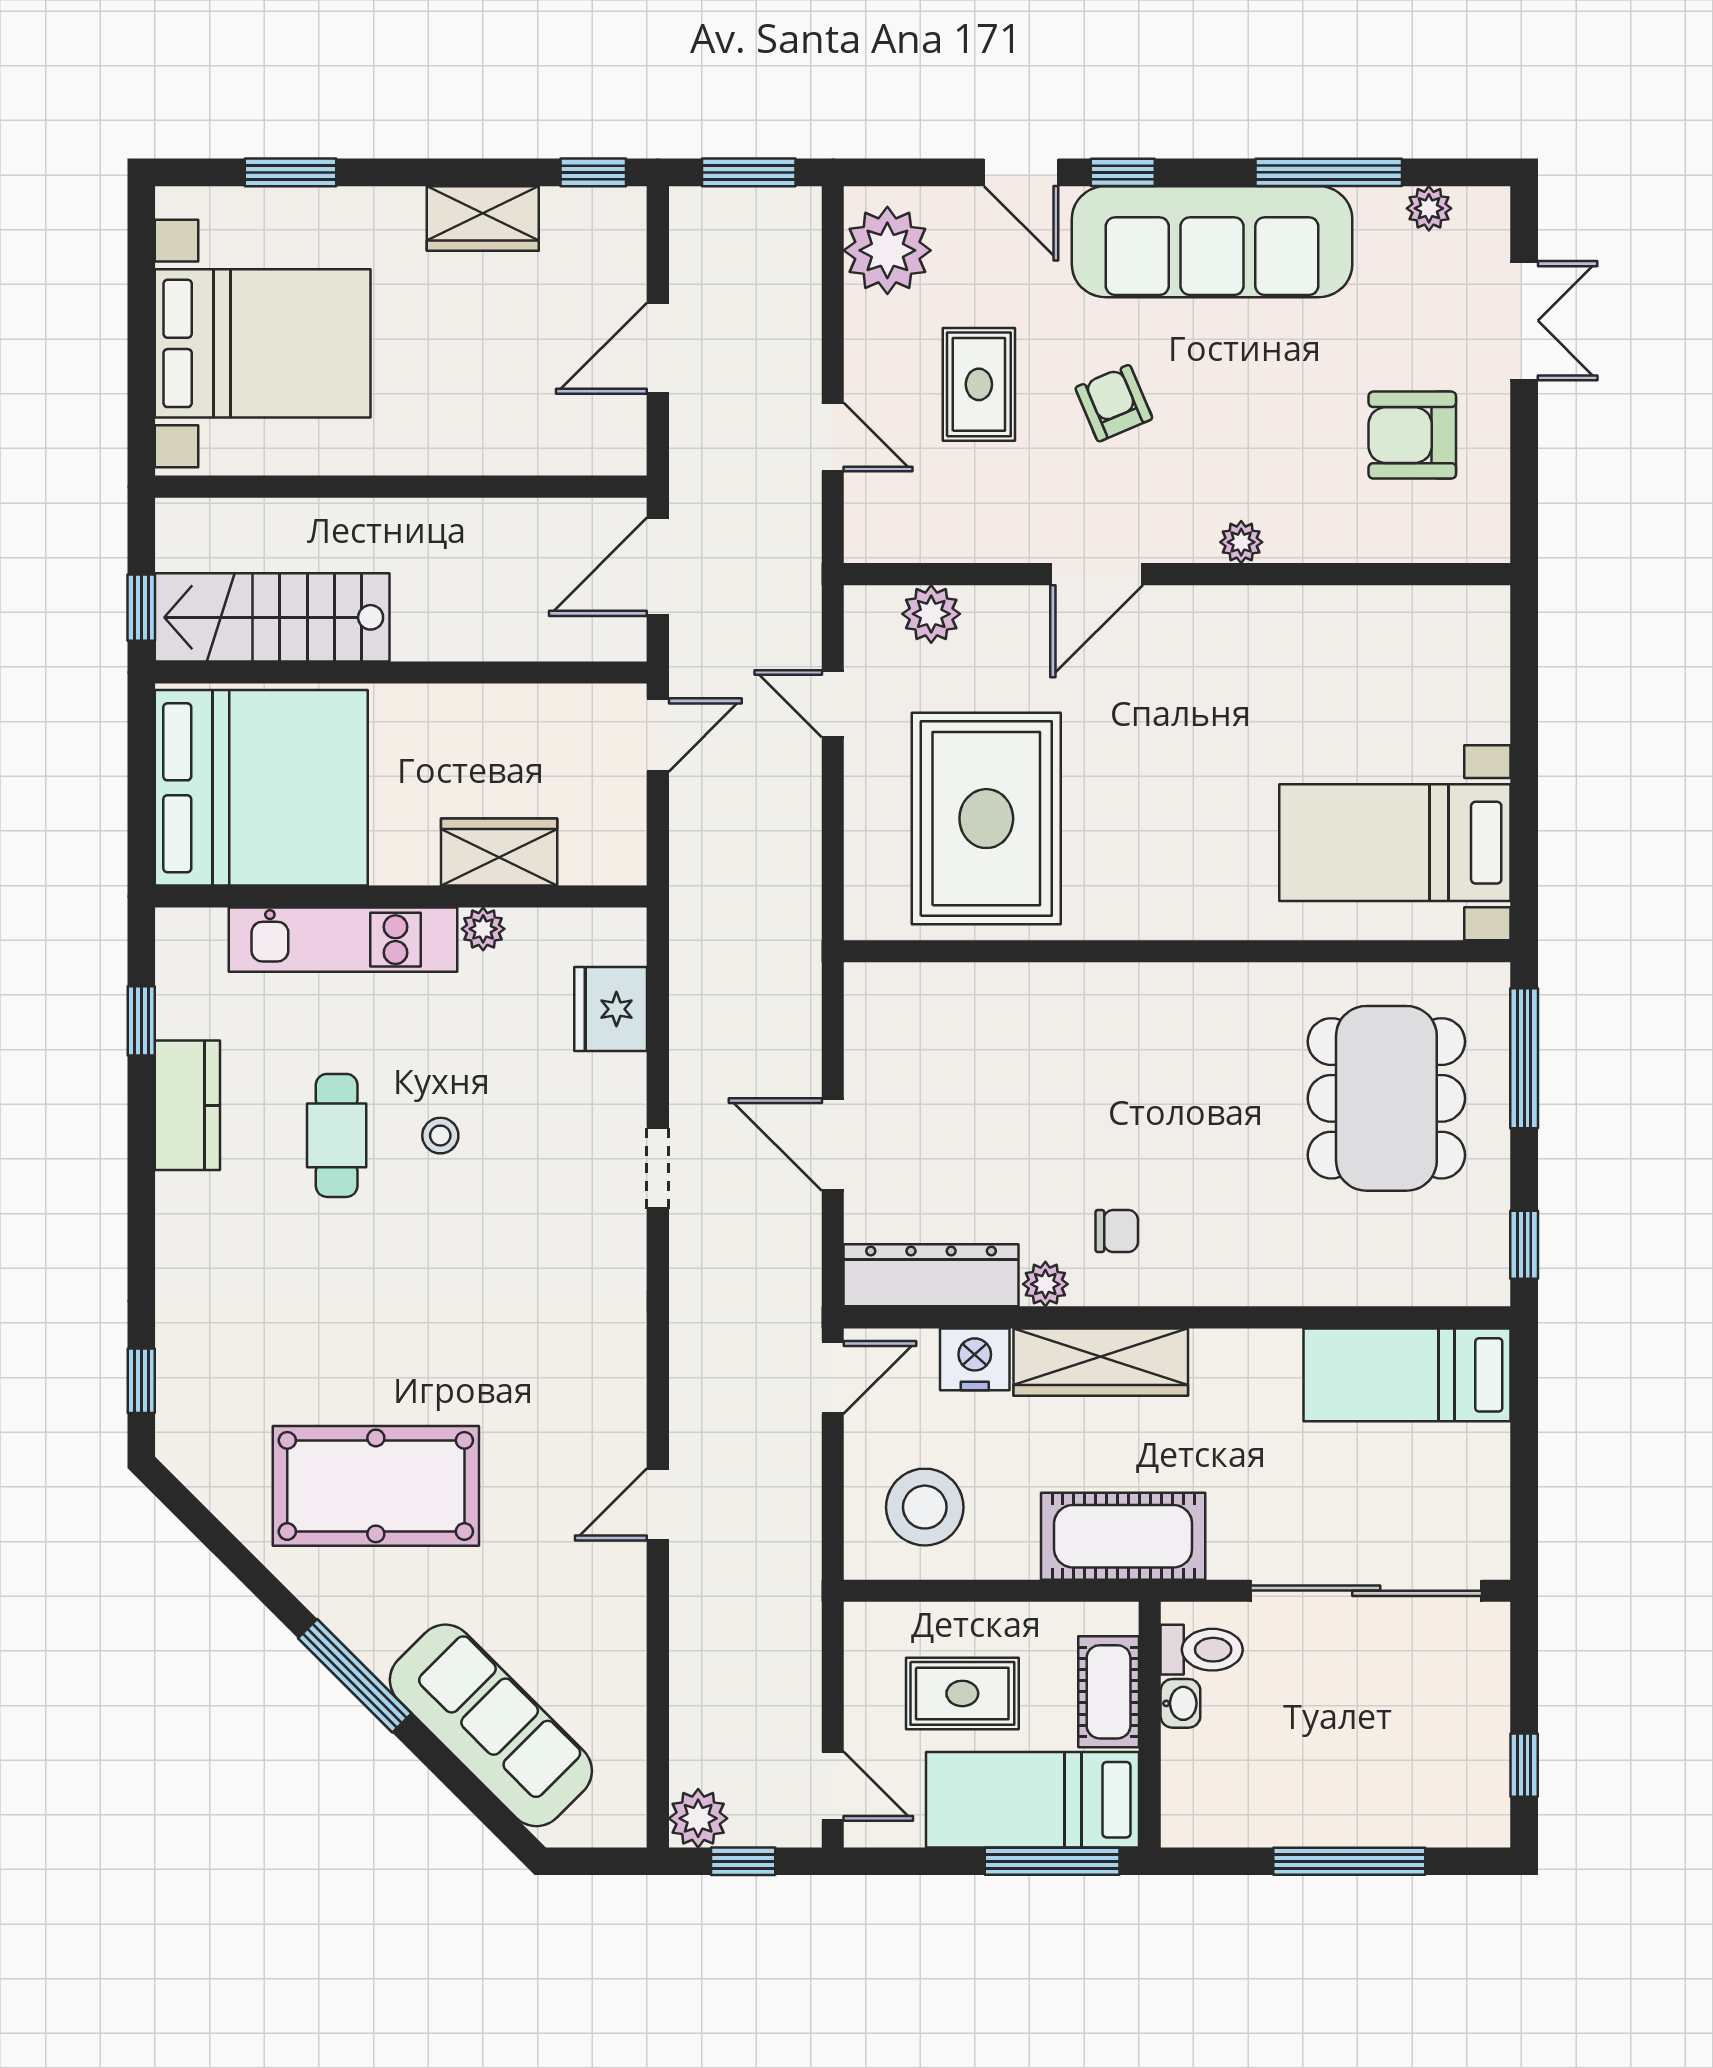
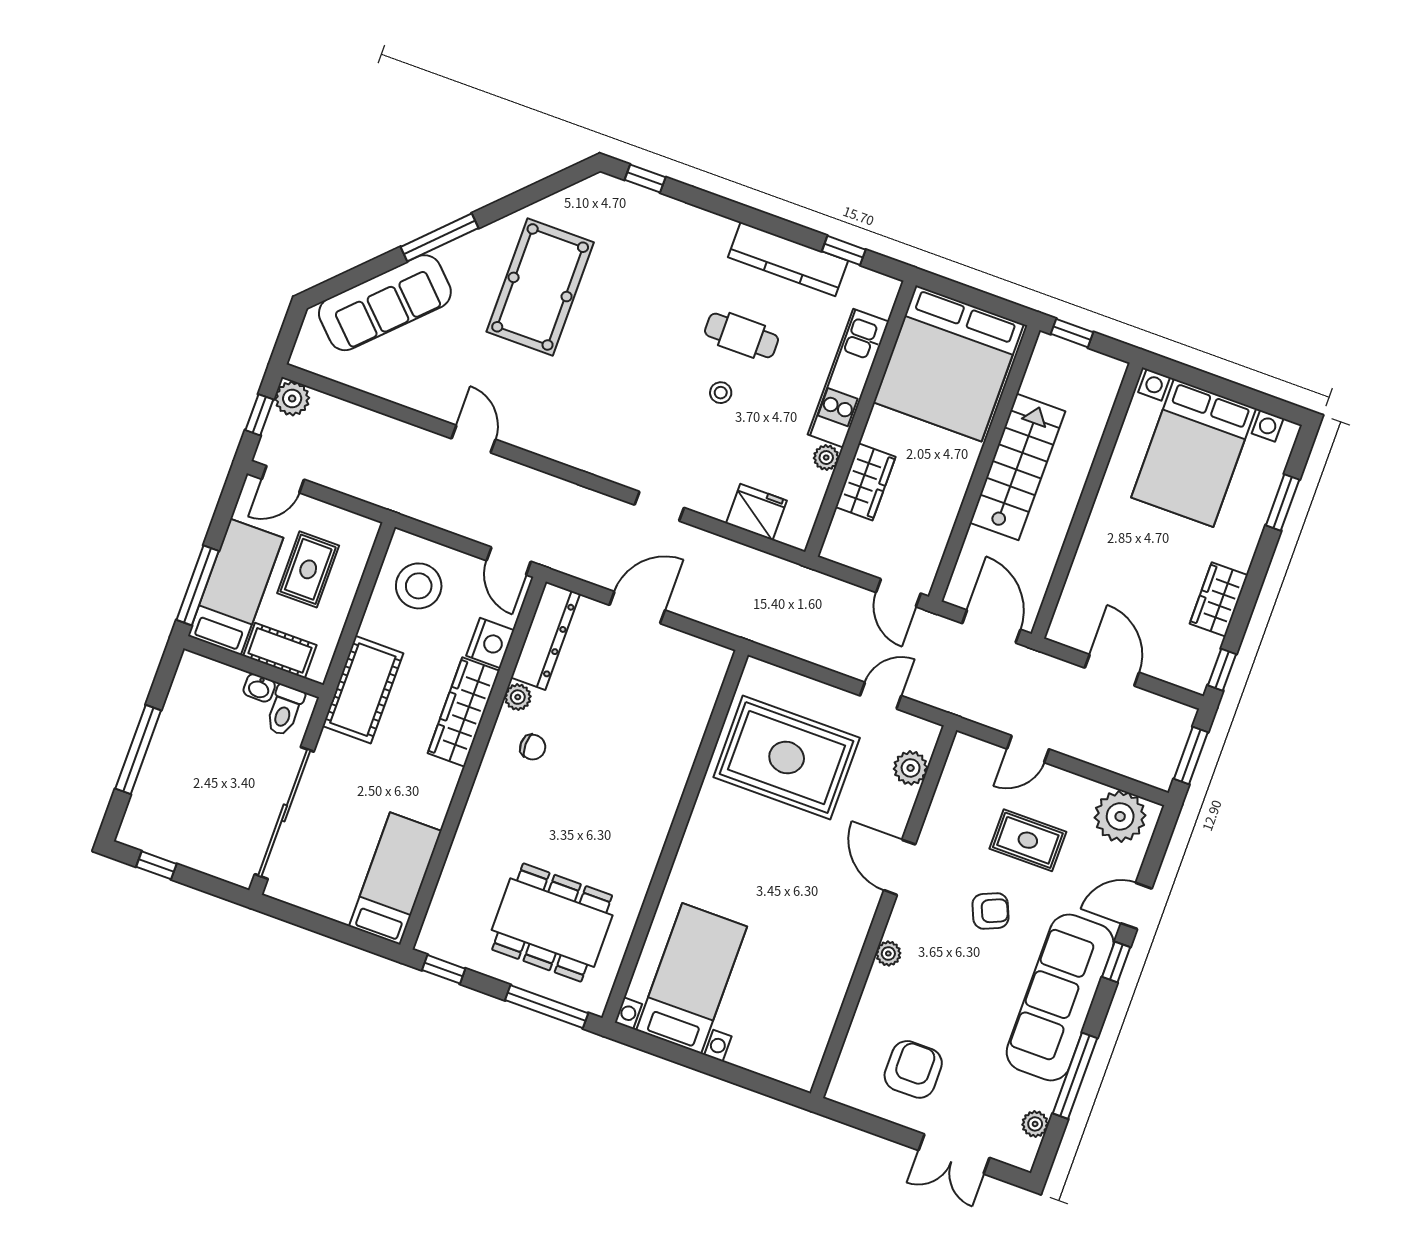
stairs: (272, 617) -> (1017, 467), moved
kitchen counter: (187, 1105) -> (788, 259), width x1.50
chair: (1117, 1231) -> (533, 747), turned -90

